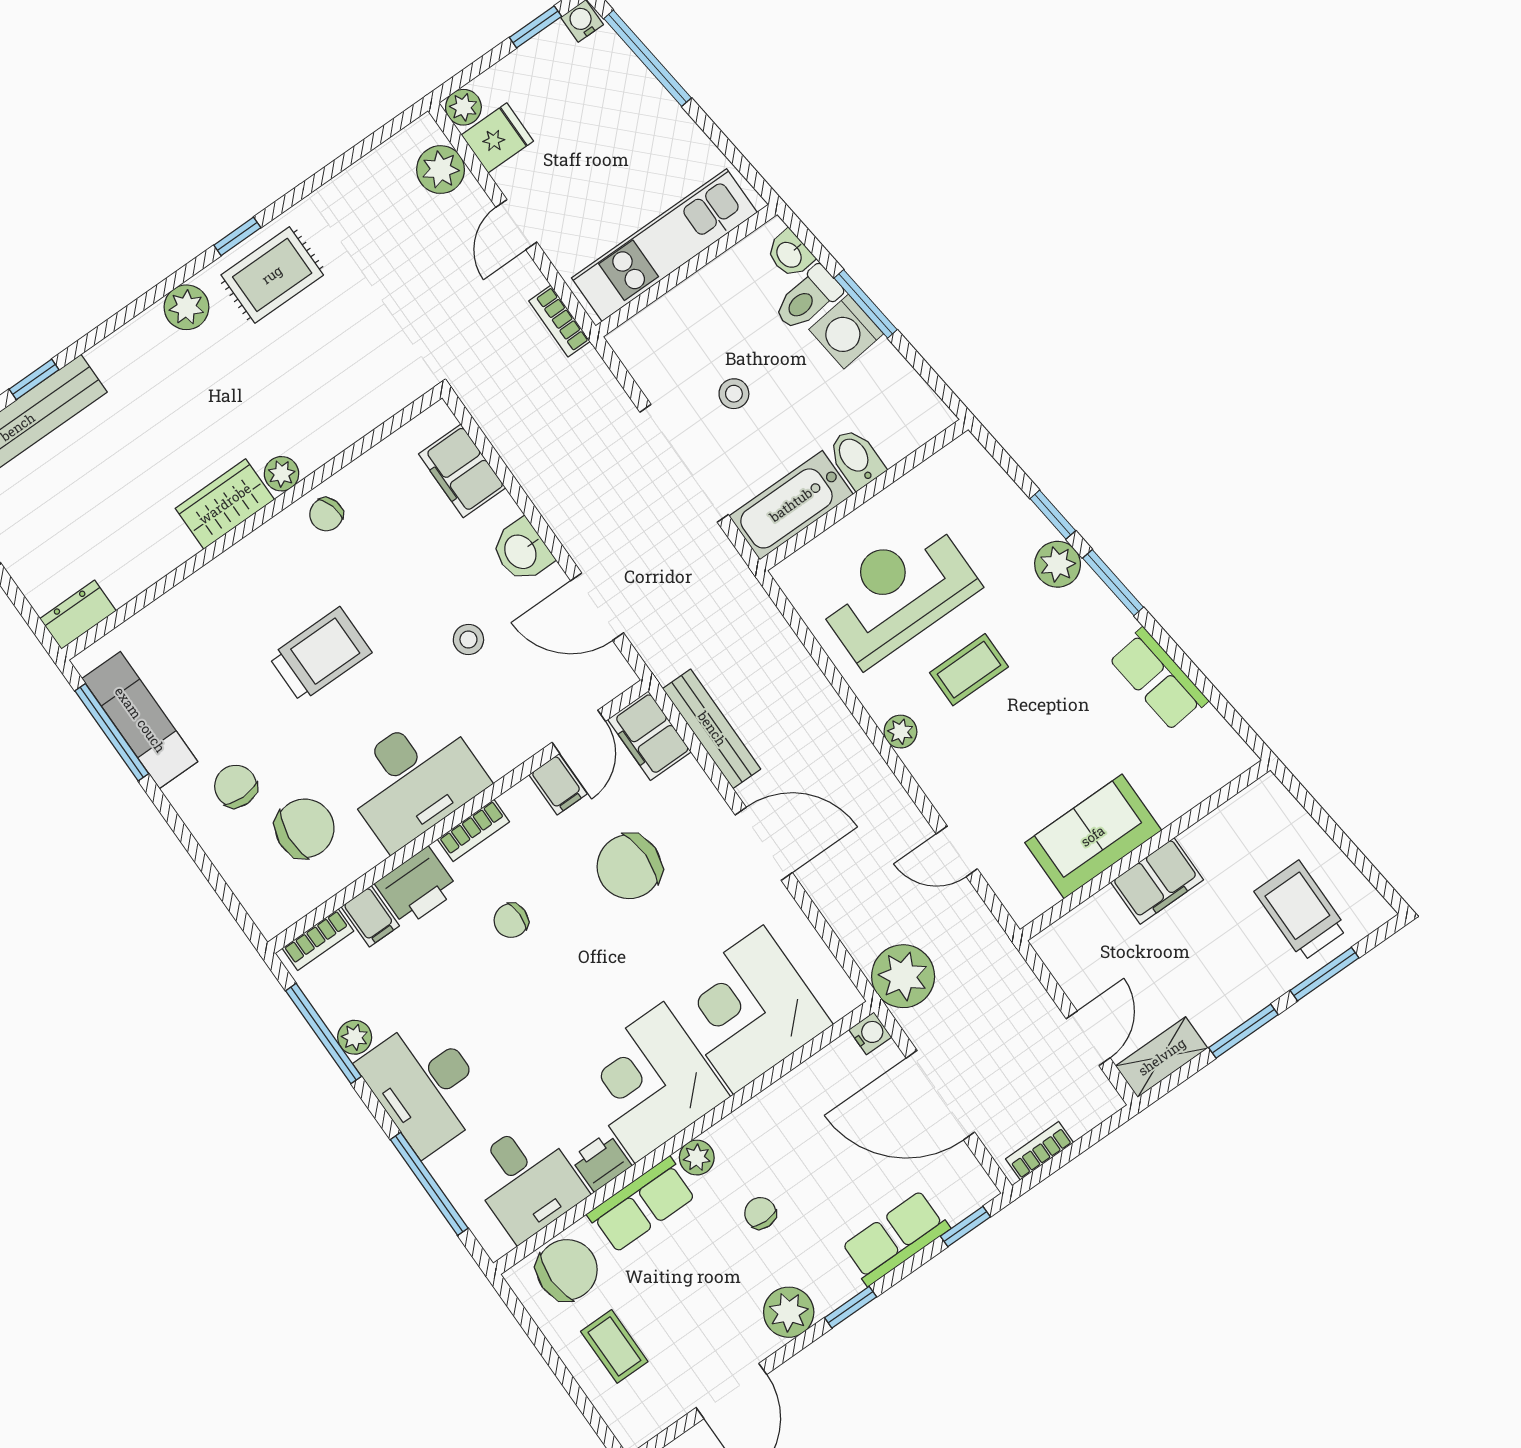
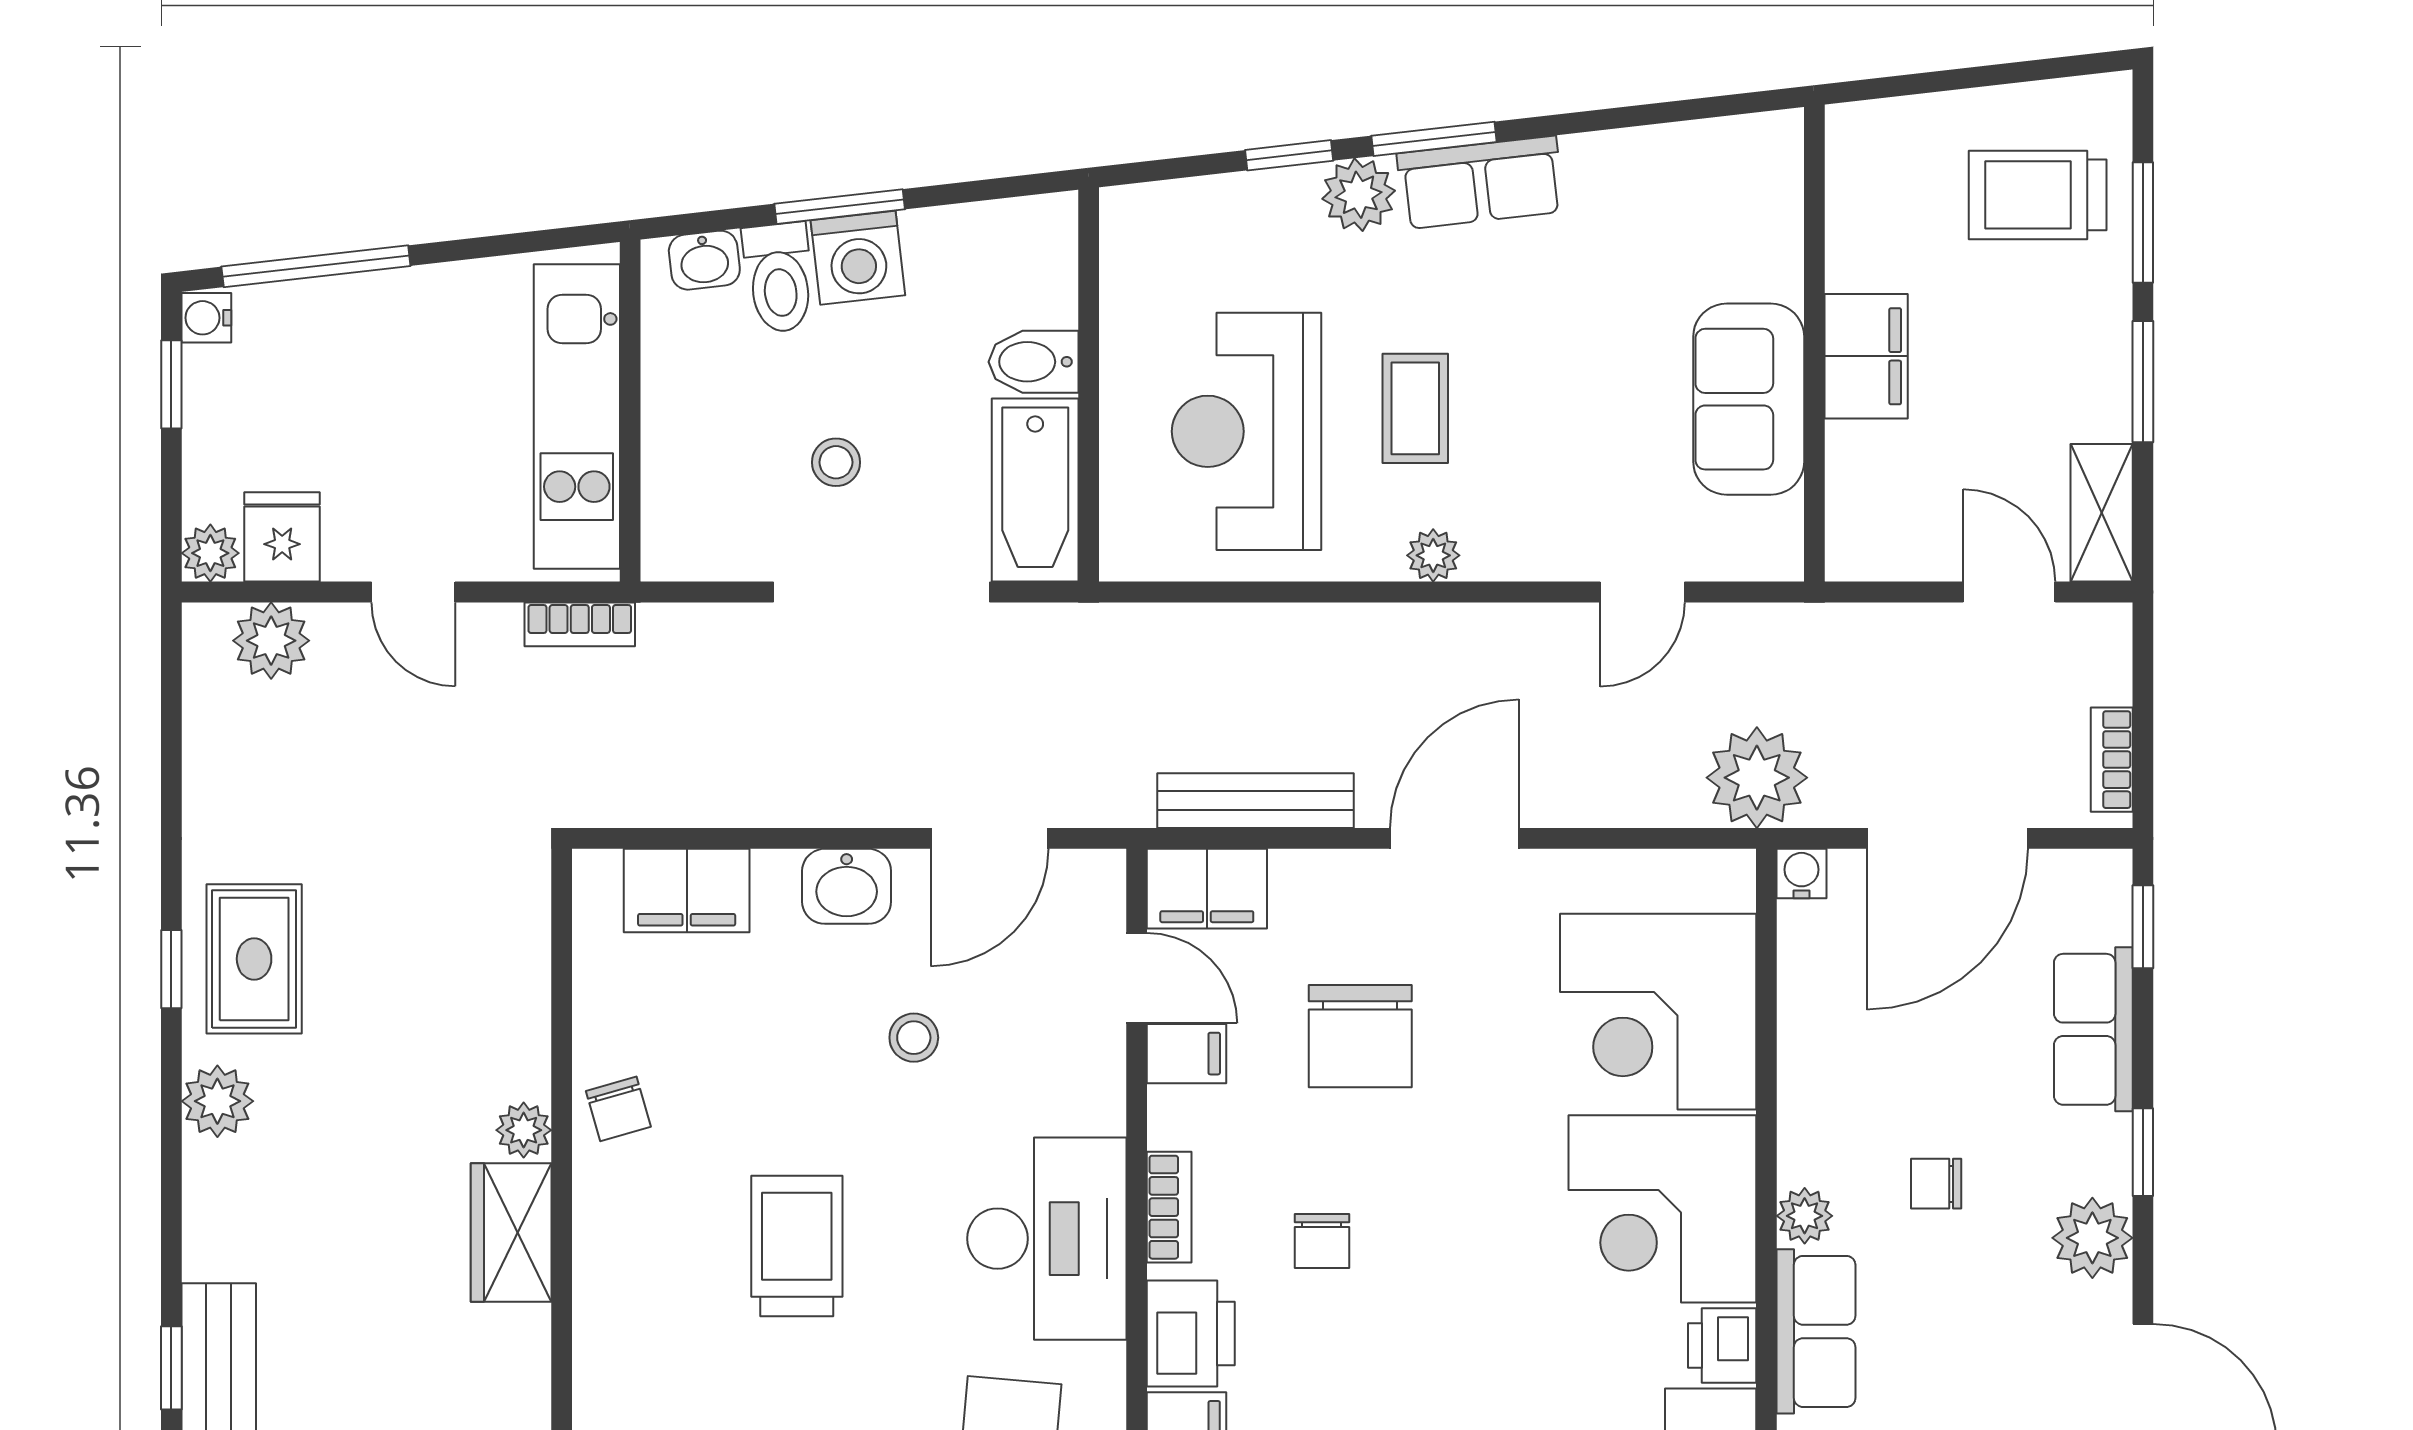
row of seats: (1158, 679) -> (1480, 183), moved

